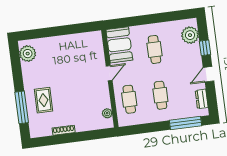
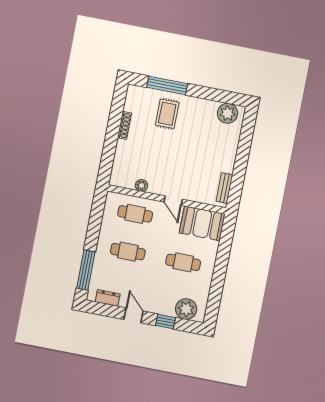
bench: (86, 37) -> (224, 188), added
rug: (43, 100) -> (167, 114), turned 90
plant: (107, 113) -> (142, 185), moved

